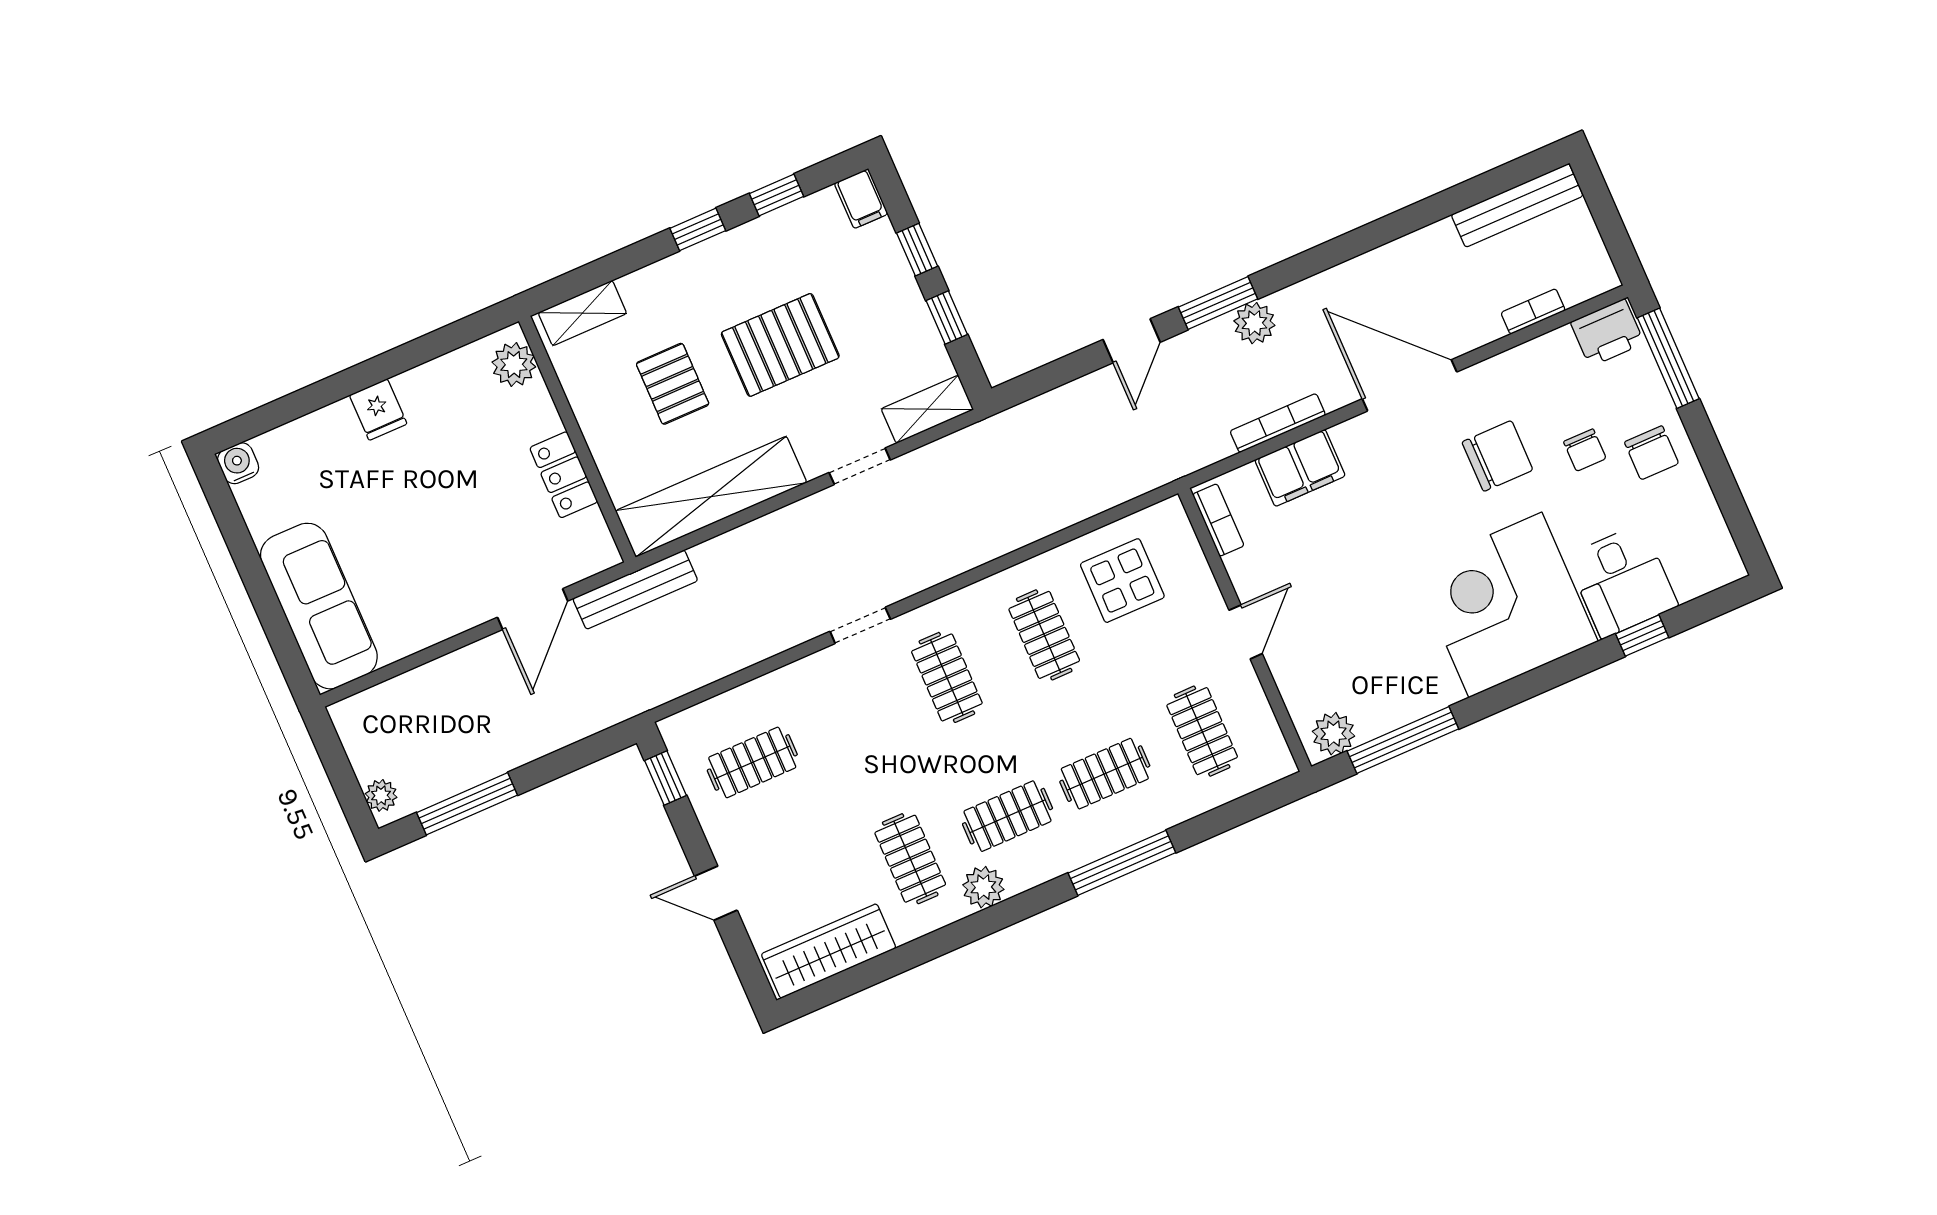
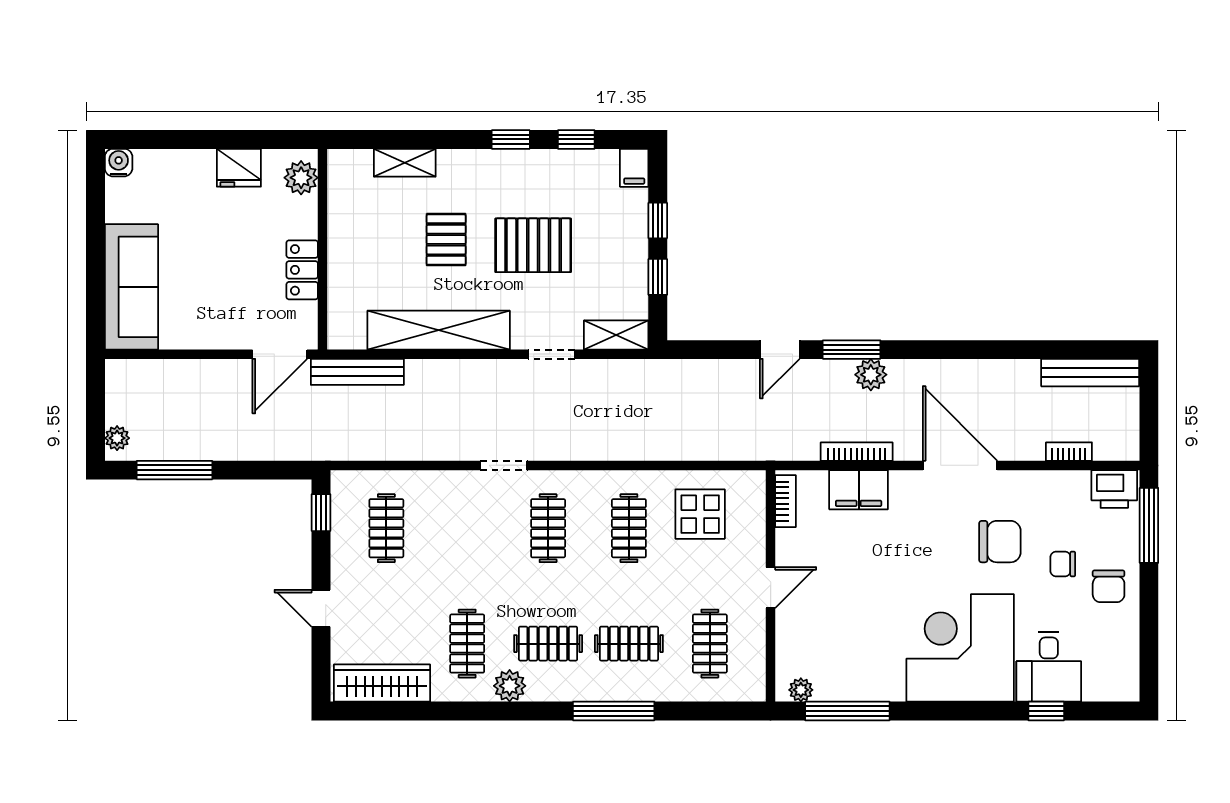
plant: (514, 365) -> (301, 178), moved
fridge: (378, 409) -> (239, 168), width x1.38
wall: (577, 439) -> (323, 249), moved
chair: (1585, 450) -> (1063, 564), turned 90
locker: (564, 475) -> (302, 270), moved
plant: (1334, 734) -> (801, 690), width x0.73, depth x0.73
clothes rail: (752, 762) -> (386, 528), turned 90

